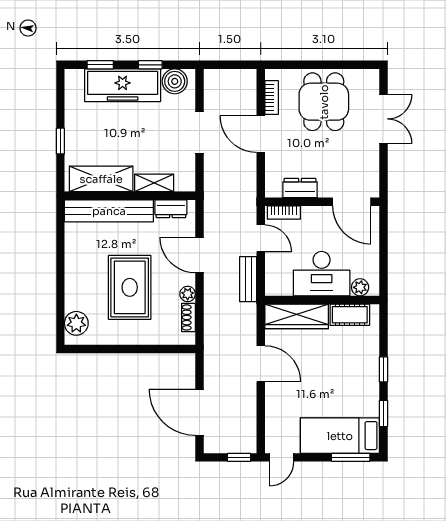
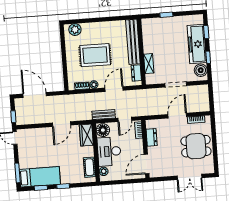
shelving: (101, 179) -> (149, 37), removed
floor lamp: (279, 283) -> (103, 130), added
wardrobe: (297, 316) -> (86, 135), width x0.67
door: (199, 412) -> (35, 95), hinge flipped
bed: (340, 436) -> (40, 177), moved, turned 90

